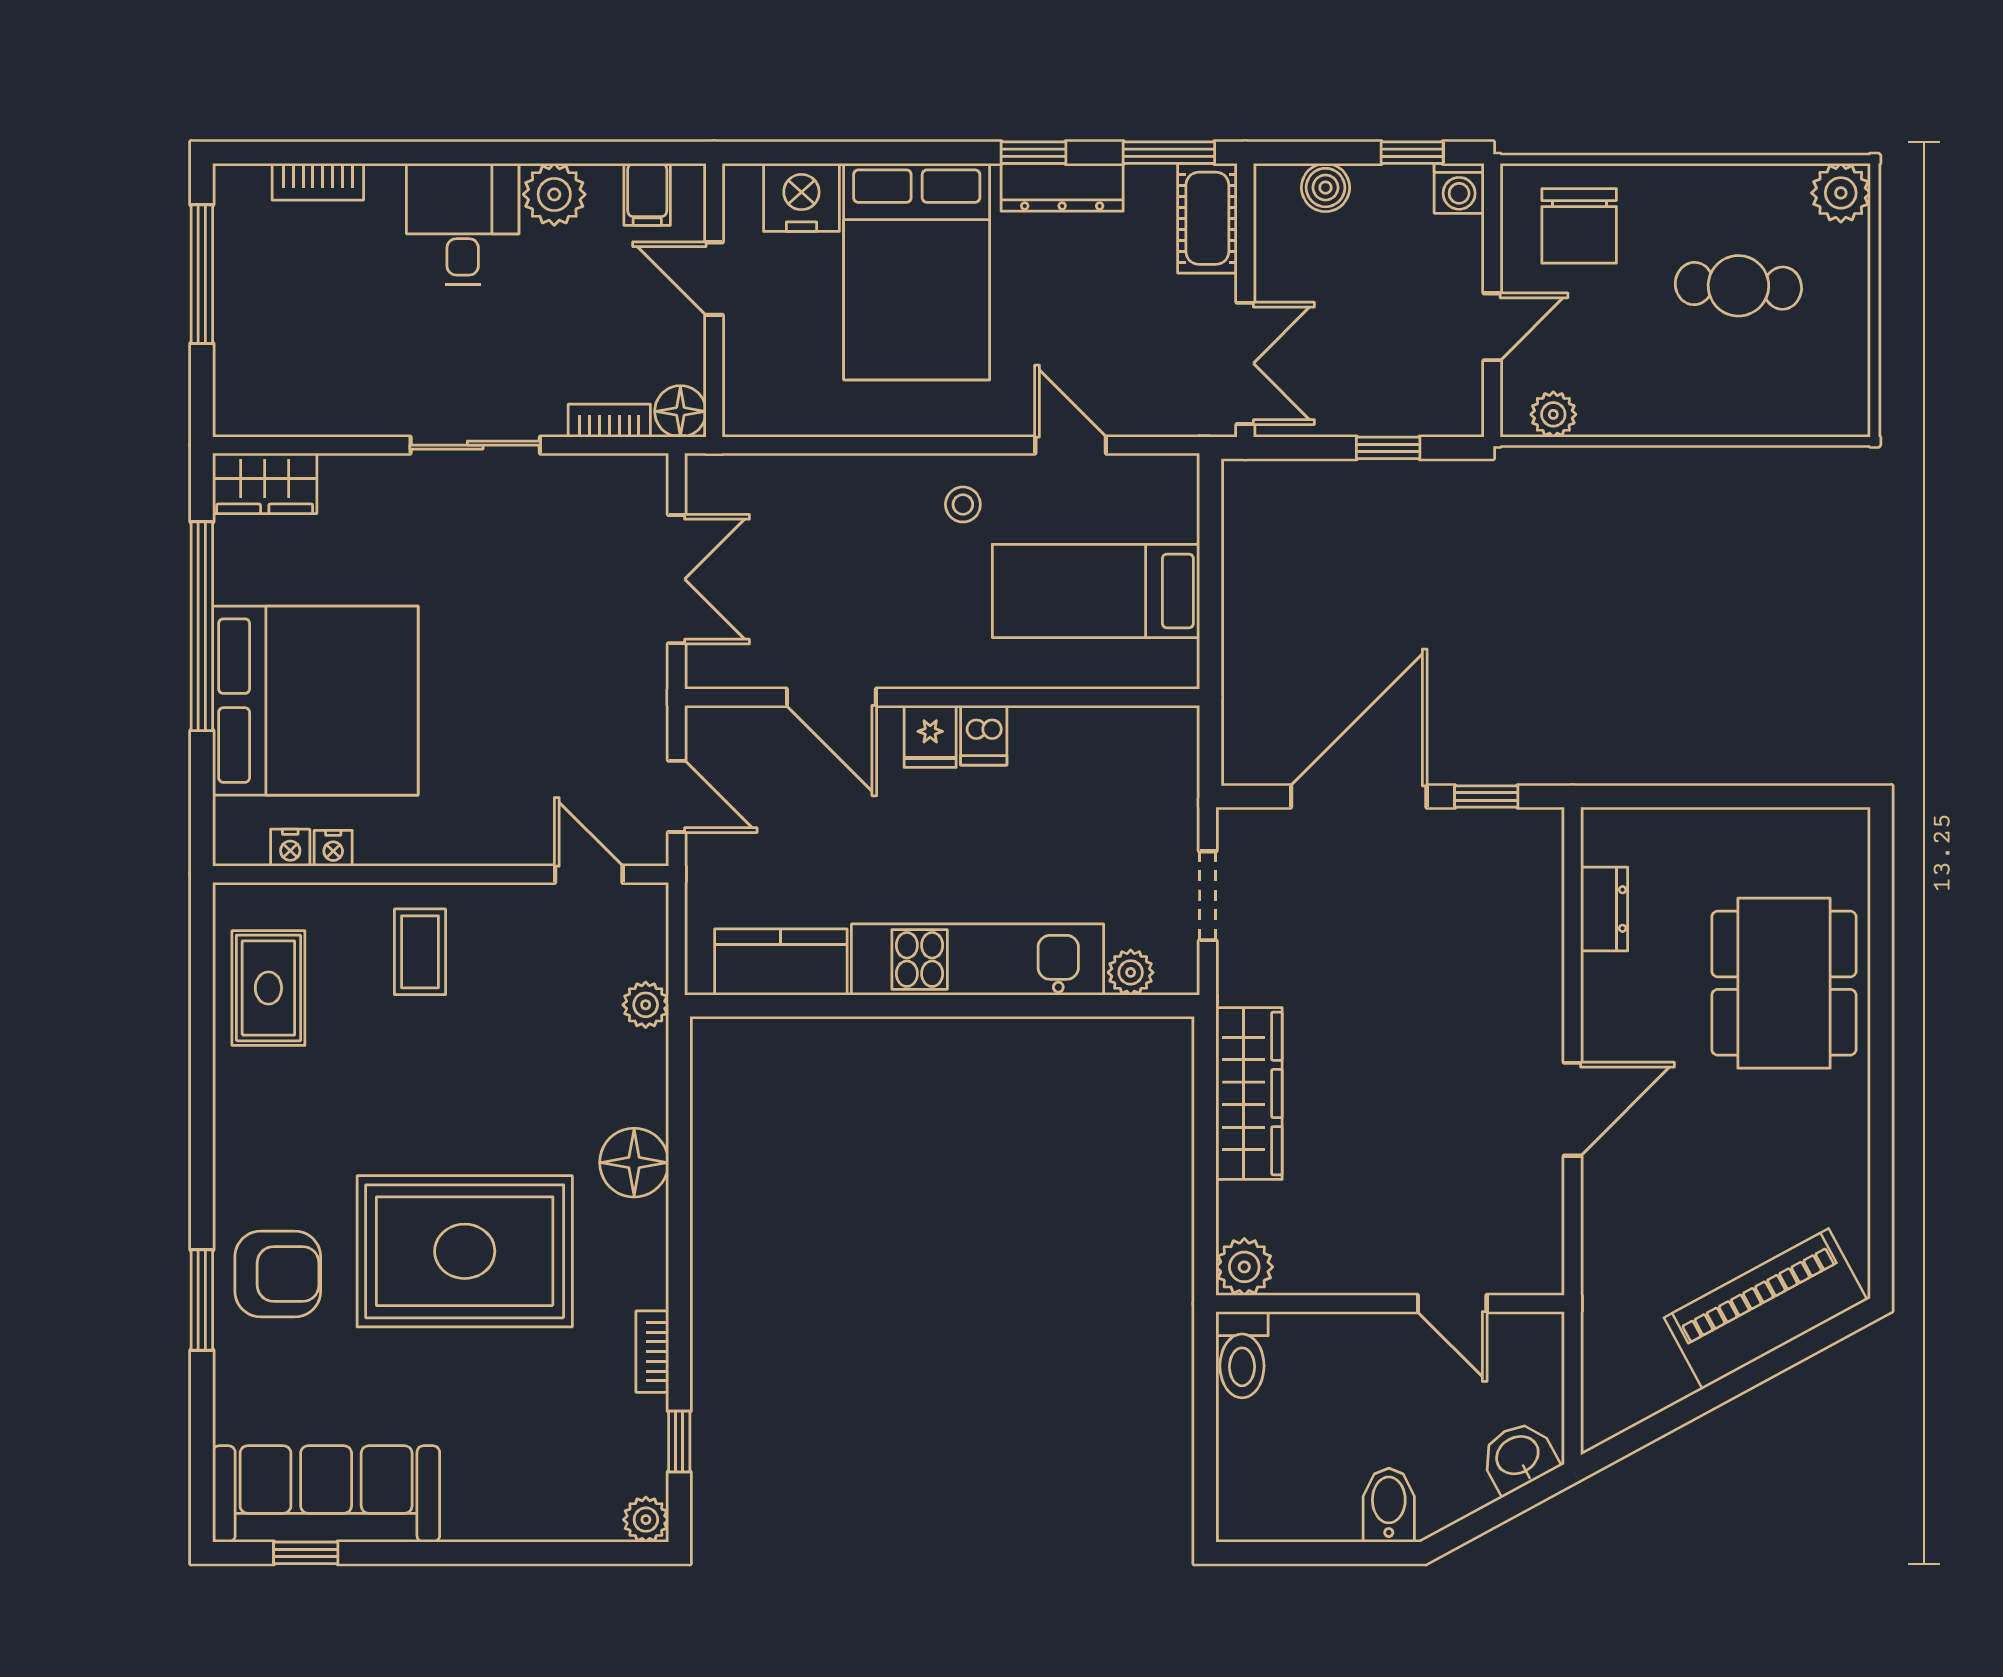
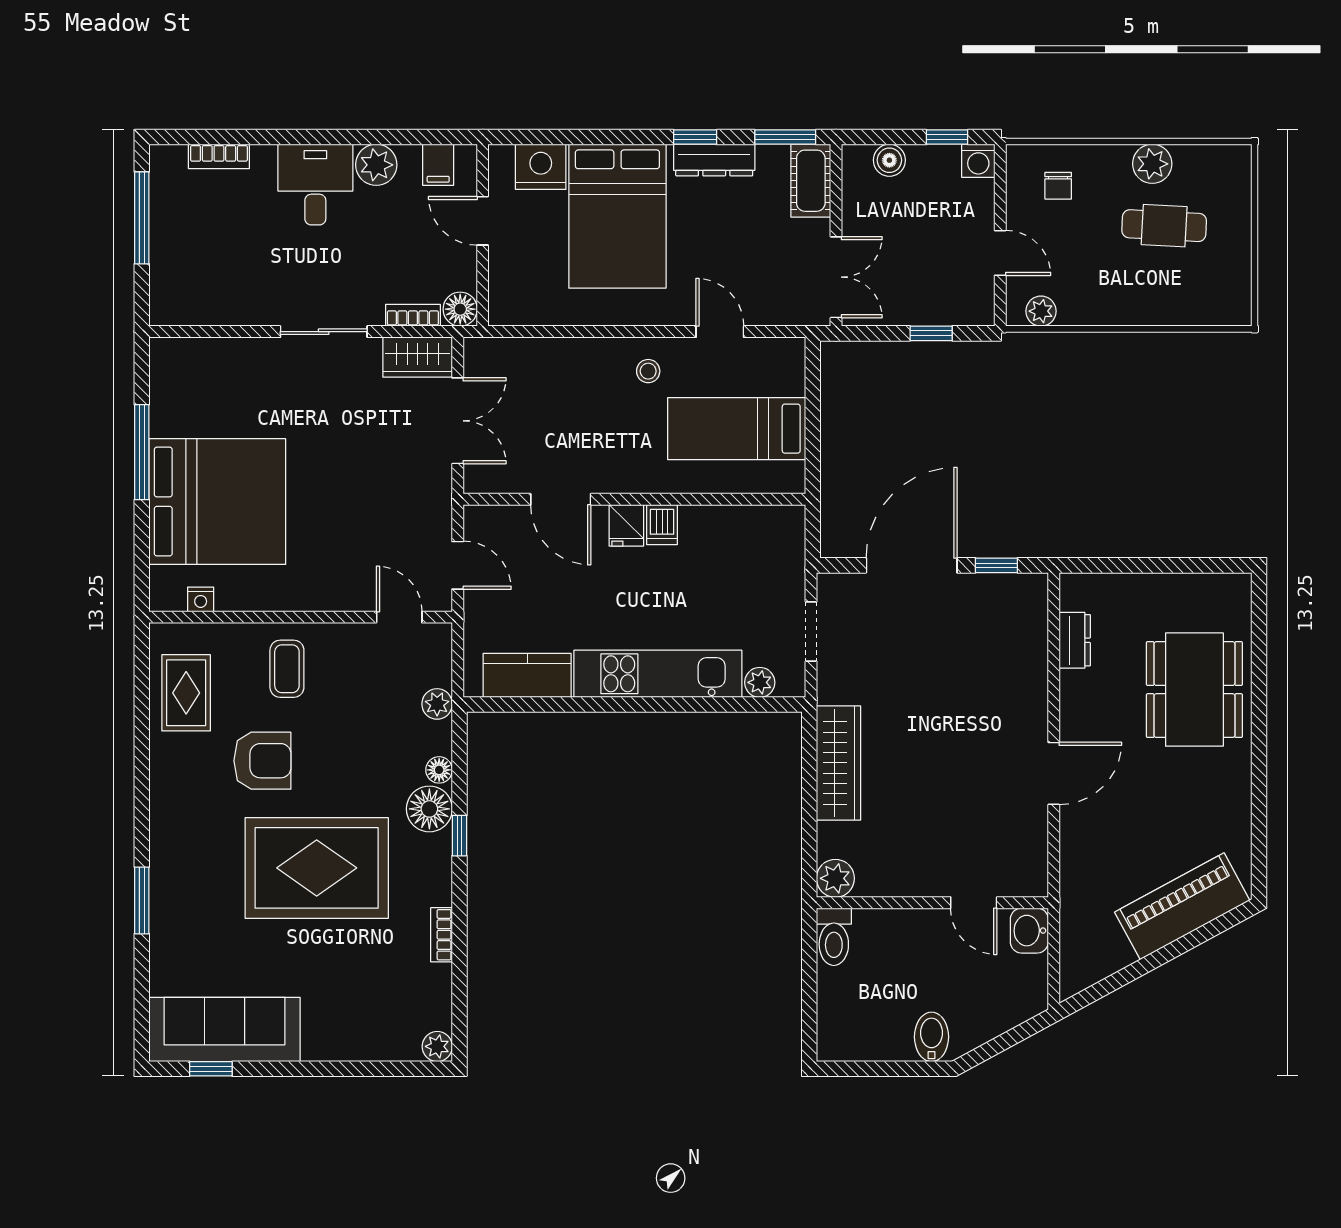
plant: (1841, 193) -> (1152, 164), moved
chair: (1579, 226) -> (1058, 186), width x0.54, depth x0.54
door: (1492, 327) -> (1000, 253), hinge flipped
wardrobe: (265, 483) -> (418, 357), moved
window: (202, 626) -> (142, 452), width x0.68
nightstand: (333, 848) -> (229, 600), removed
floor lamp: (649, 1104) -> (439, 770), added
armchair: (278, 1274) -> (262, 761), moved
window: (679, 1442) -> (459, 836), moved
washbasin: (1518, 1457) -> (1029, 931), moved, turned -62

